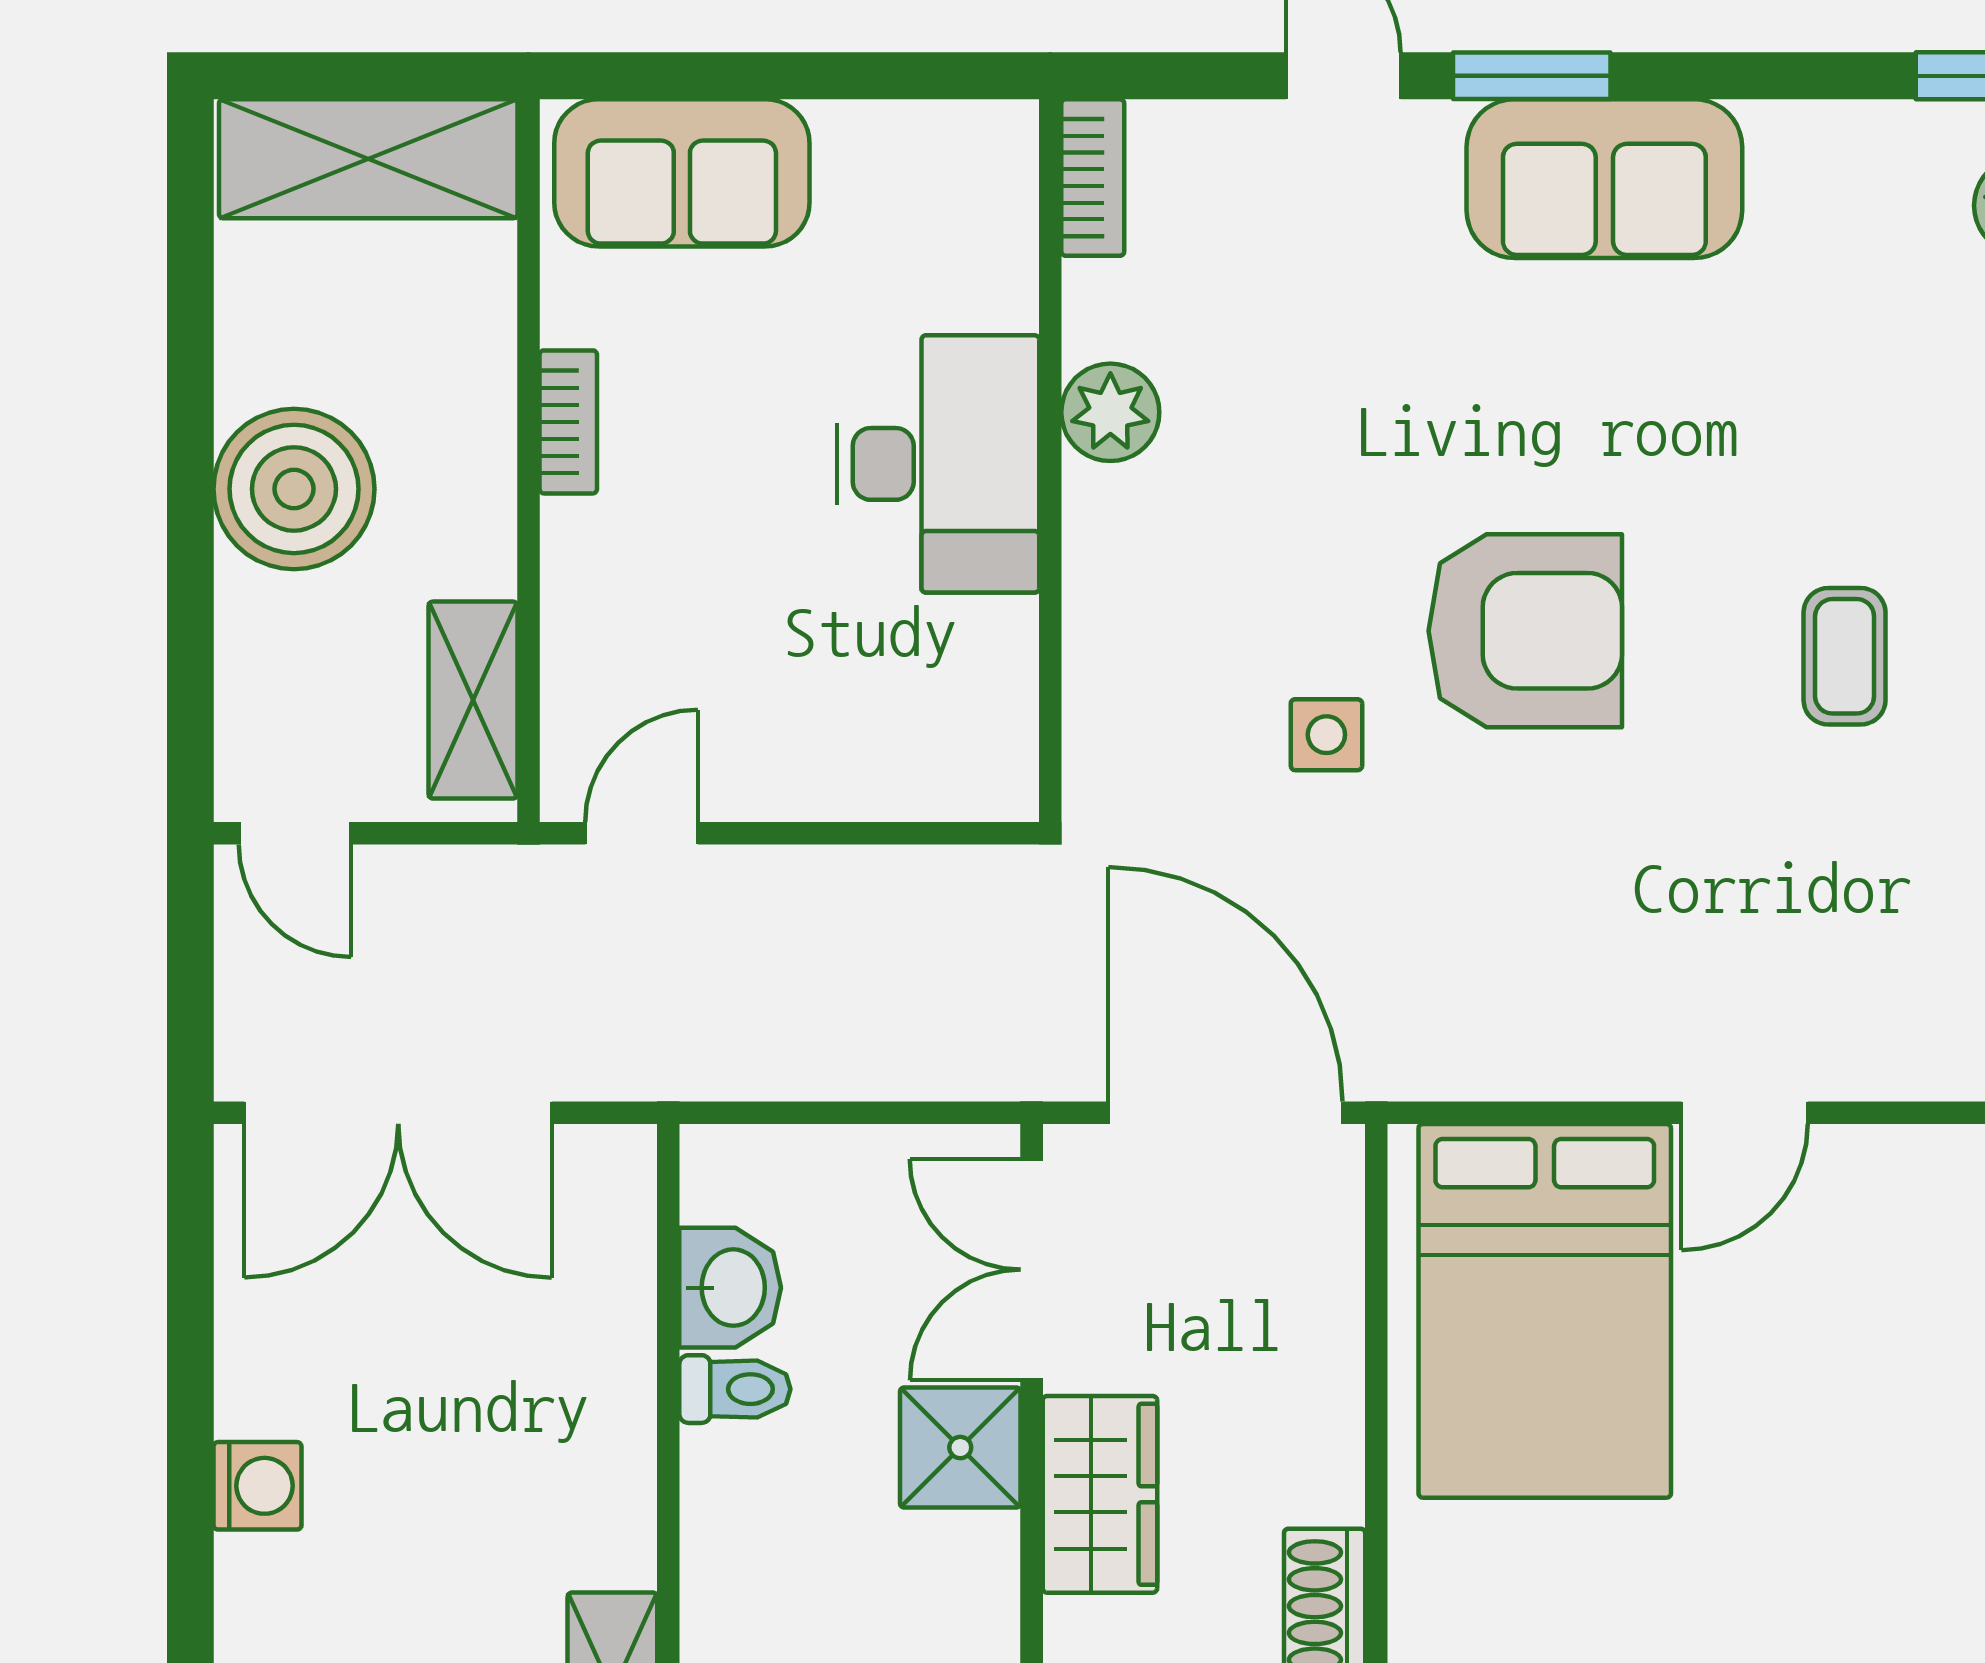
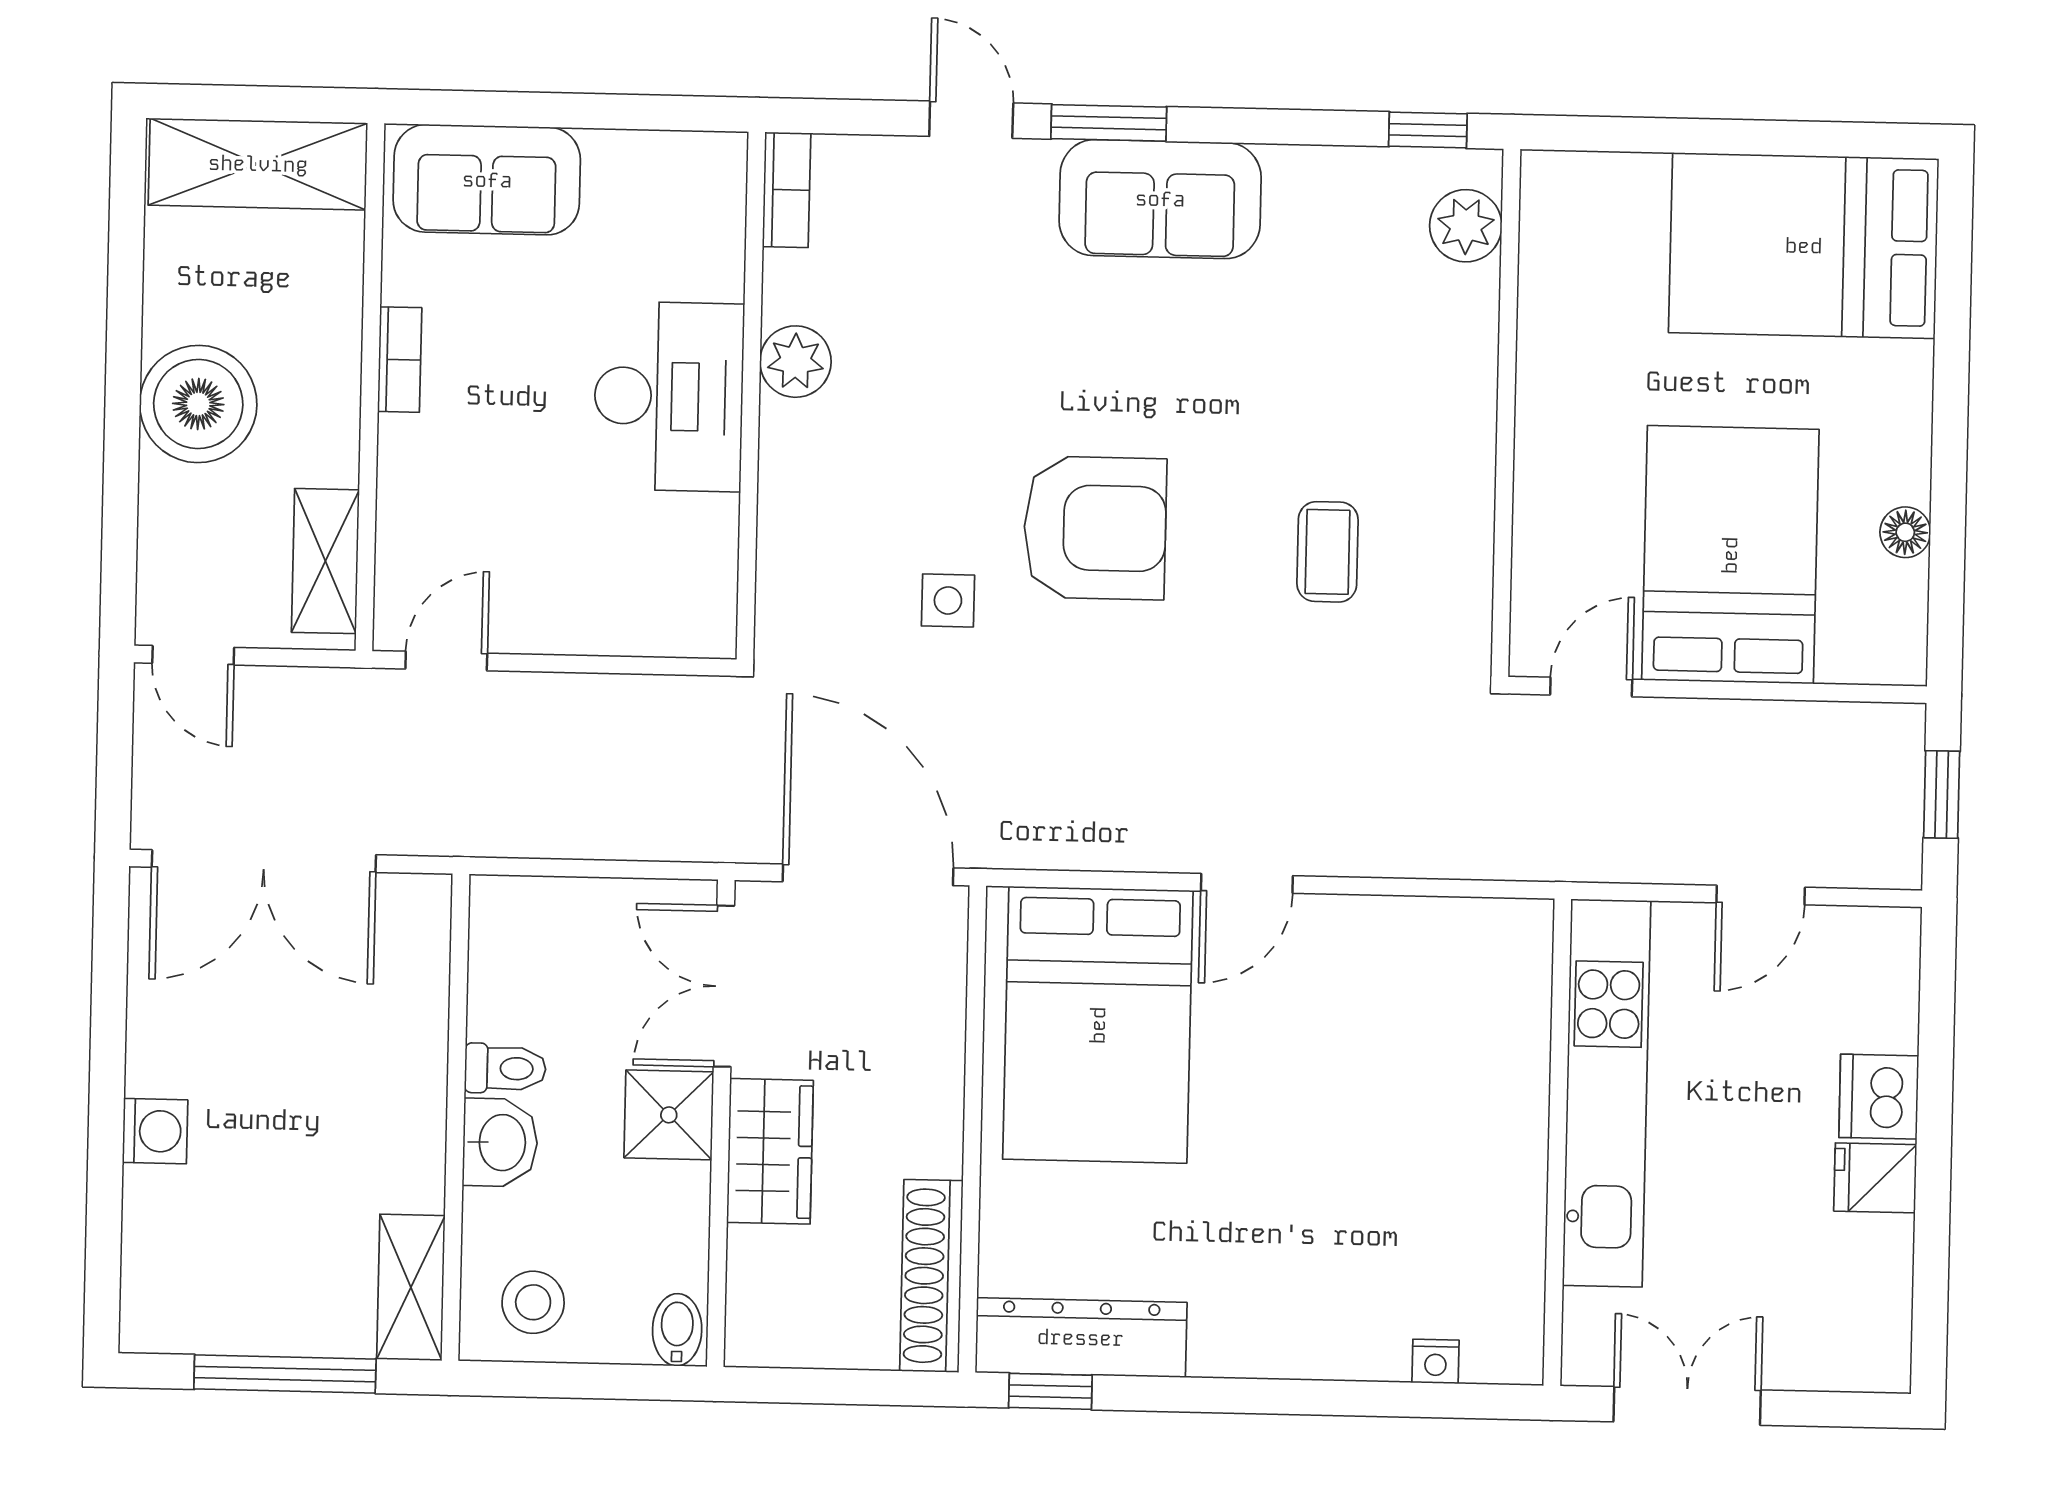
washbasin: (730, 1288) -> (500, 1142), moved

